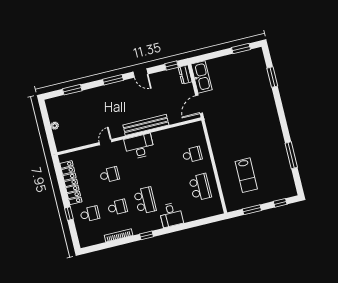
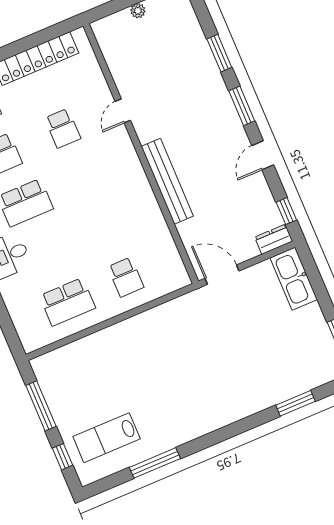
kitchen sink: (201, 77) -> (294, 279), moved, turned 90
window: (72, 90) -> (219, 53), moved
door: (106, 142) -> (123, 111), swing flipped
desk: (139, 146) -> (125, 176), removed
lab bench: (246, 175) -> (107, 438), moved
window: (252, 210) -> (41, 406), width x1.44

